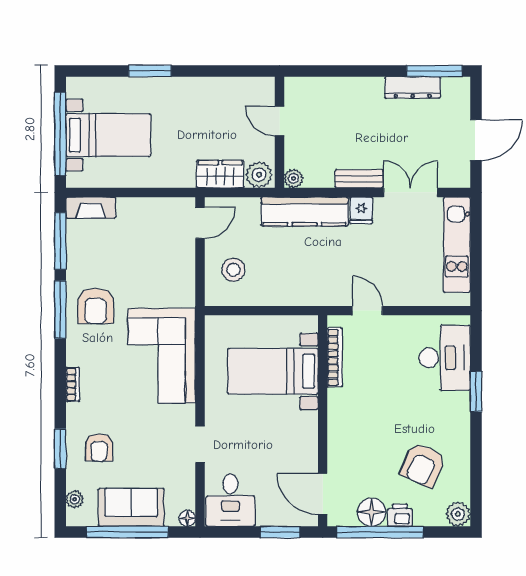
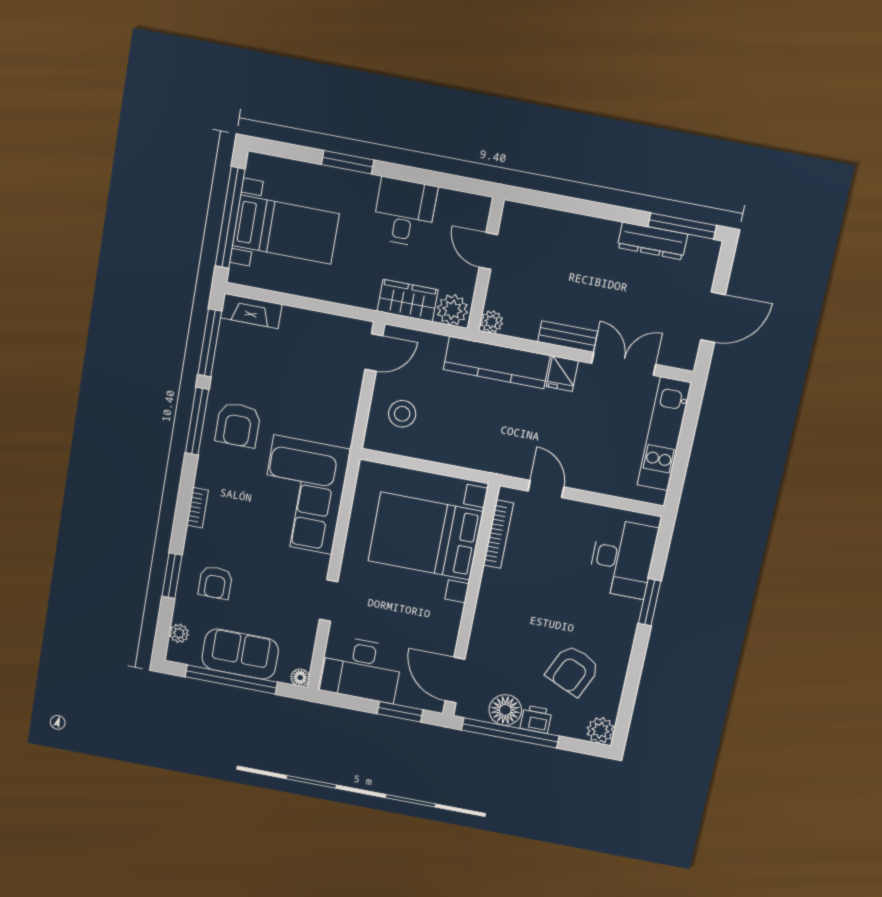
desk: (204, 102) -> (404, 212), added
bed with nightstands: (273, 371) -> (426, 536), width x1.36
desk: (230, 500) -> (361, 669), width x1.37

